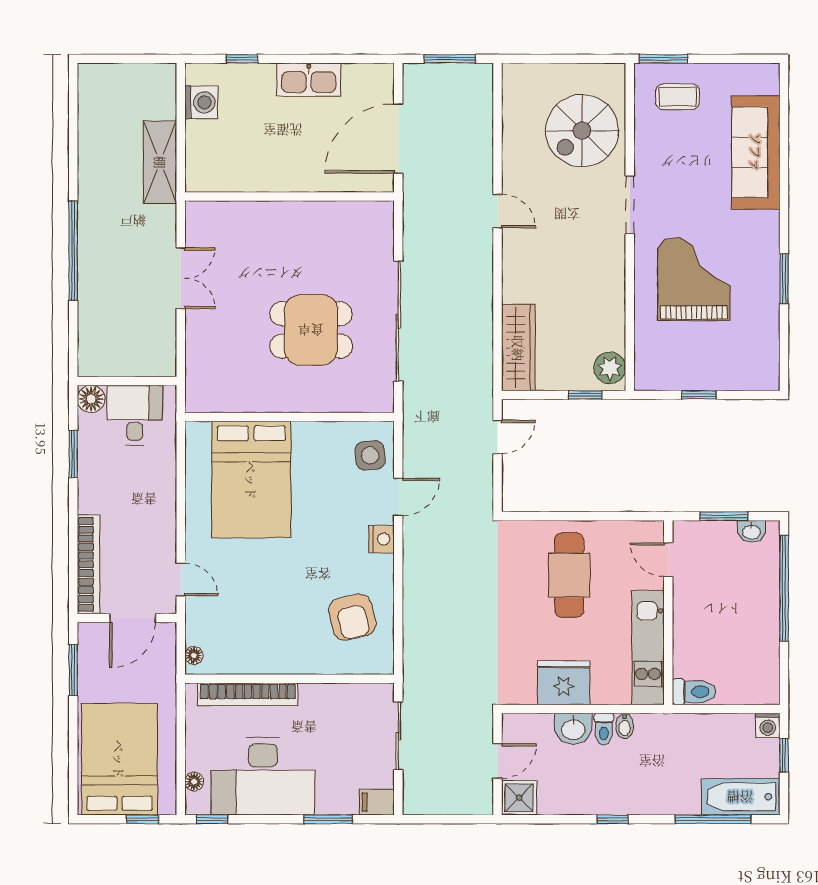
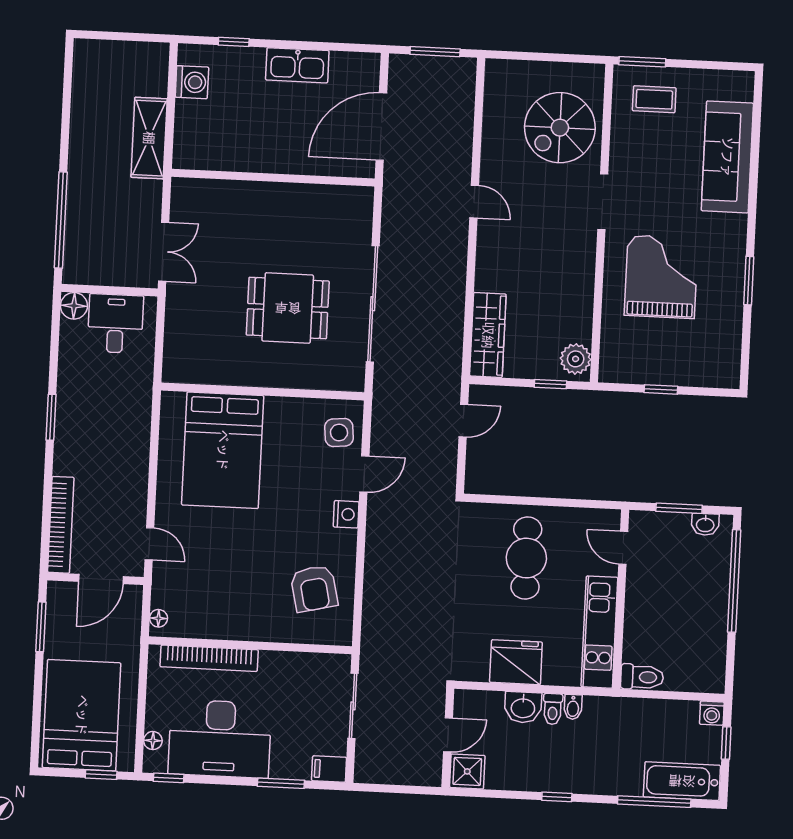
wall: (127, 381) -> (110, 290), moved
floor lamp: (91, 399) -> (74, 306), moved
desk: (135, 415) -> (116, 324), moved

